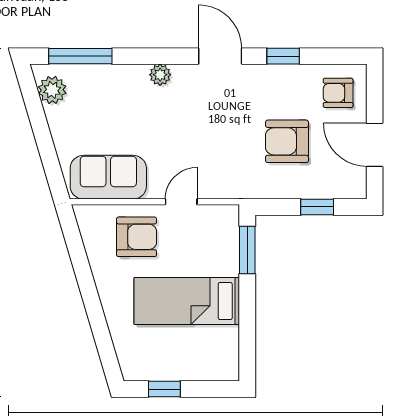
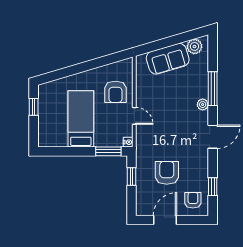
window: (80, 56) -> (213, 89), moved
window: (283, 56) -> (213, 187), moved
sofa: (108, 177) -> (168, 59), moved, turned 74
window: (317, 207) -> (132, 177), moved
nightstand: (230, 213) -> (128, 142), added

